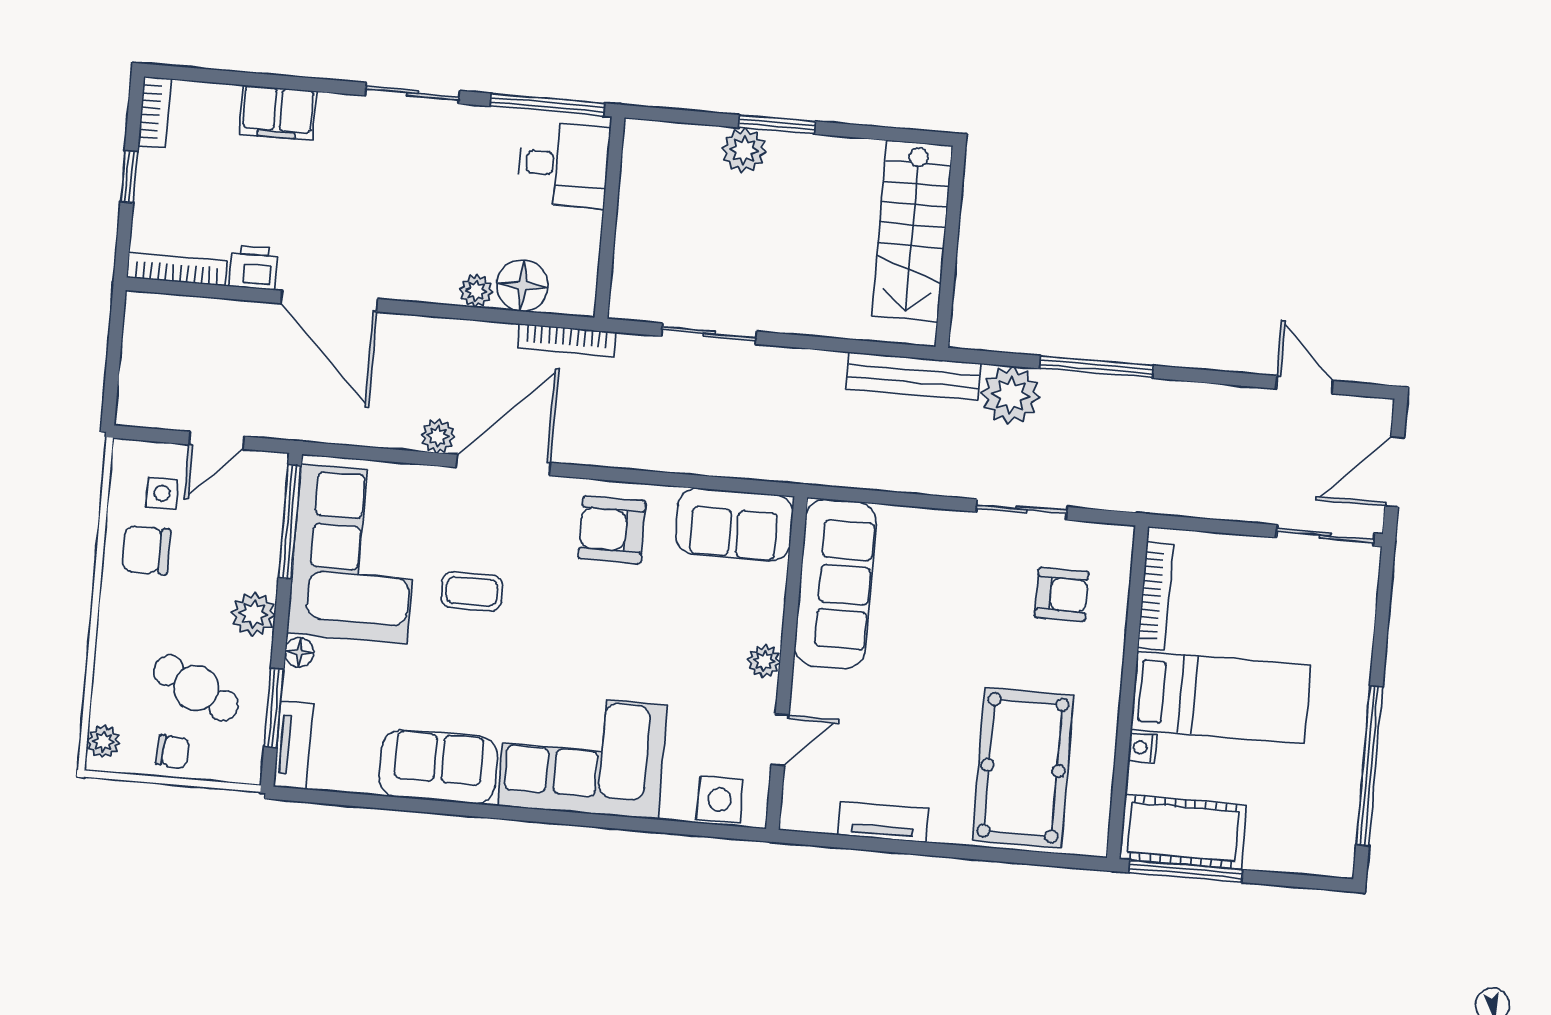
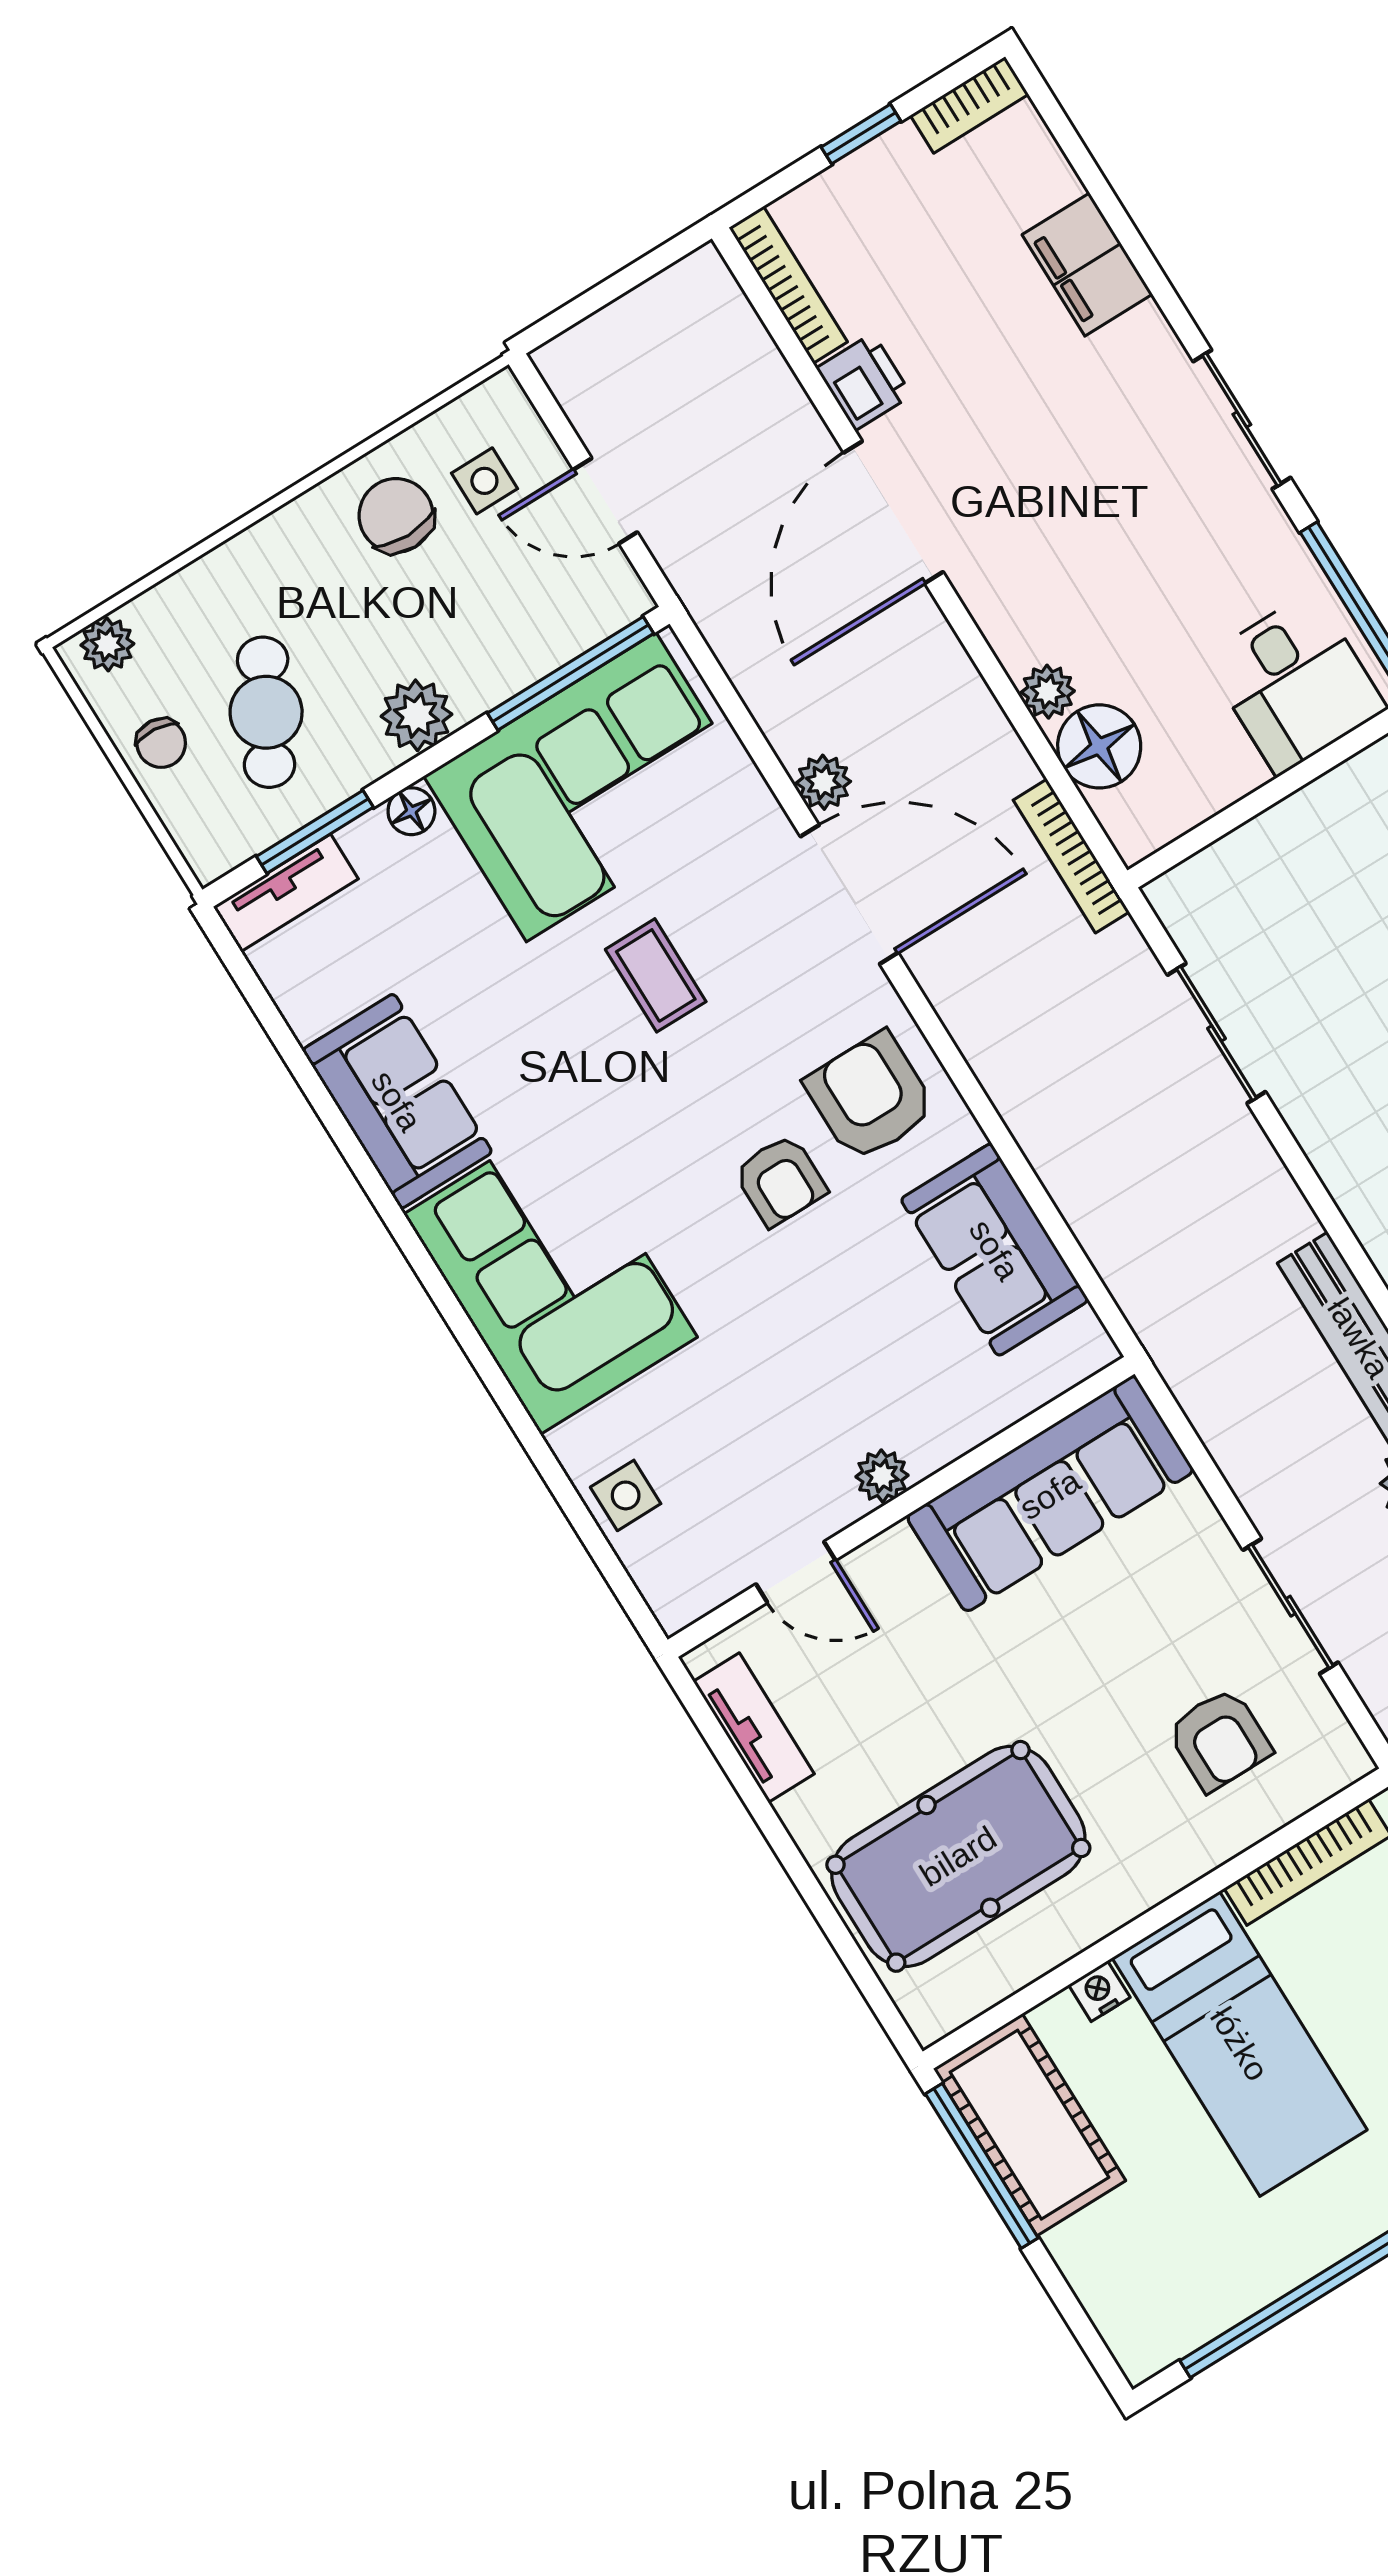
sofa: (835, 584) -> (1050, 1494), moved
armchair: (620, 606) -> (780, 1180), added
plant: (764, 661) -> (882, 1476), moved
wall: (787, 663) -> (901, 1507), moved
door: (780, 740) -> (796, 1572), moved
side table: (720, 800) -> (626, 1495), width x0.73, depth x0.73

